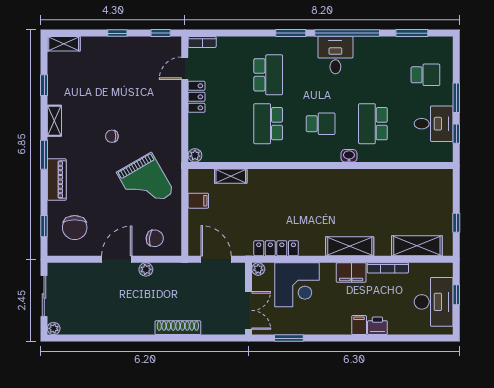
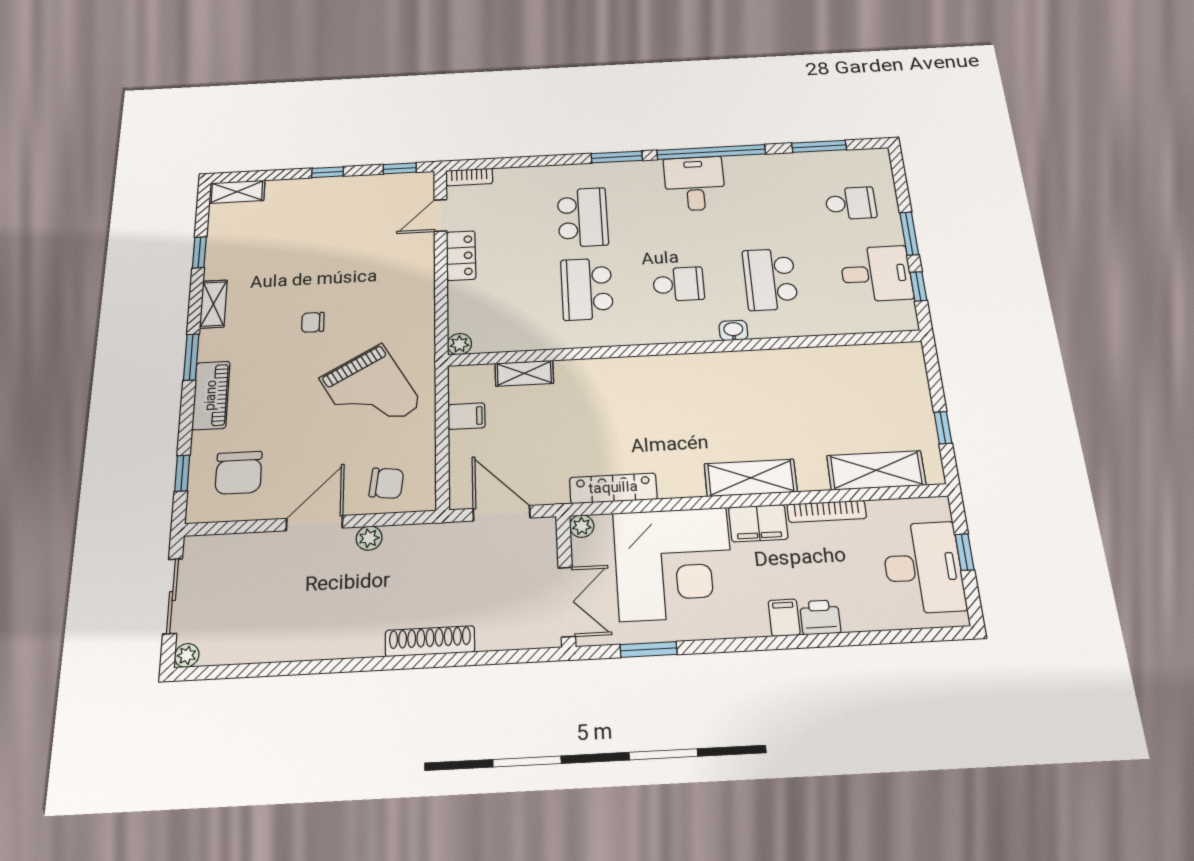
corner desk: (297, 285) -> (673, 564), width x1.36, depth x1.36

